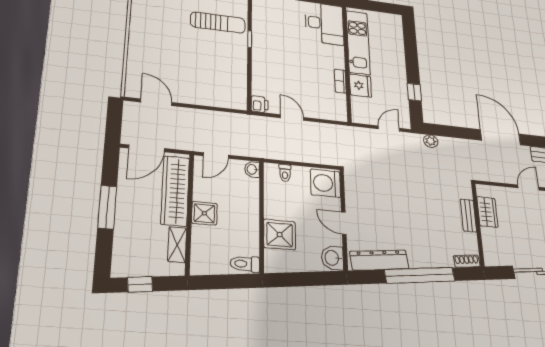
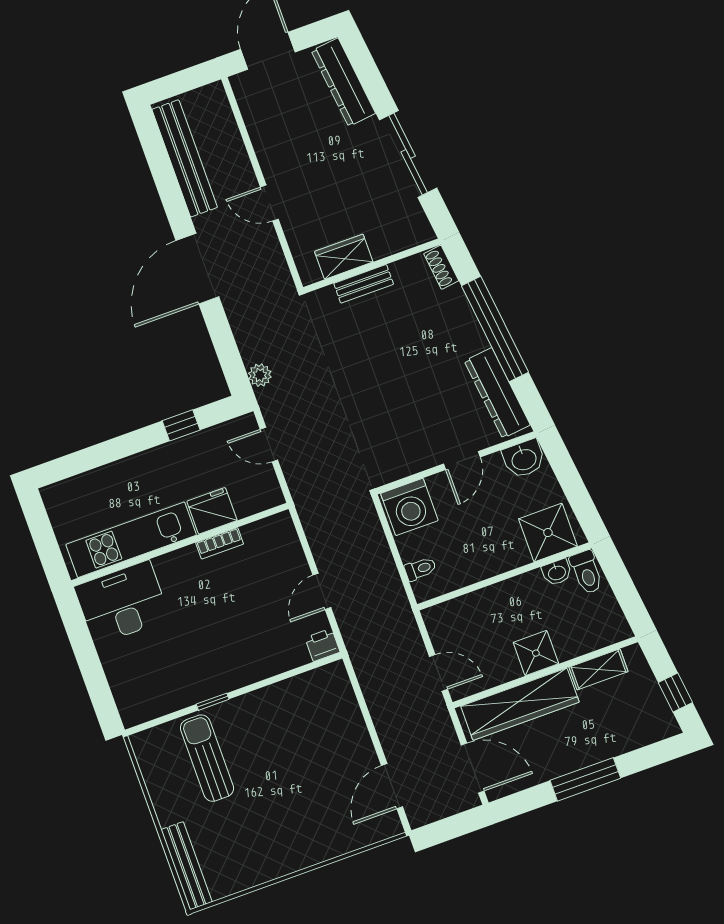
washbasin: (252, 169) -> (557, 572), moved
shower: (280, 235) -> (548, 533), moved

